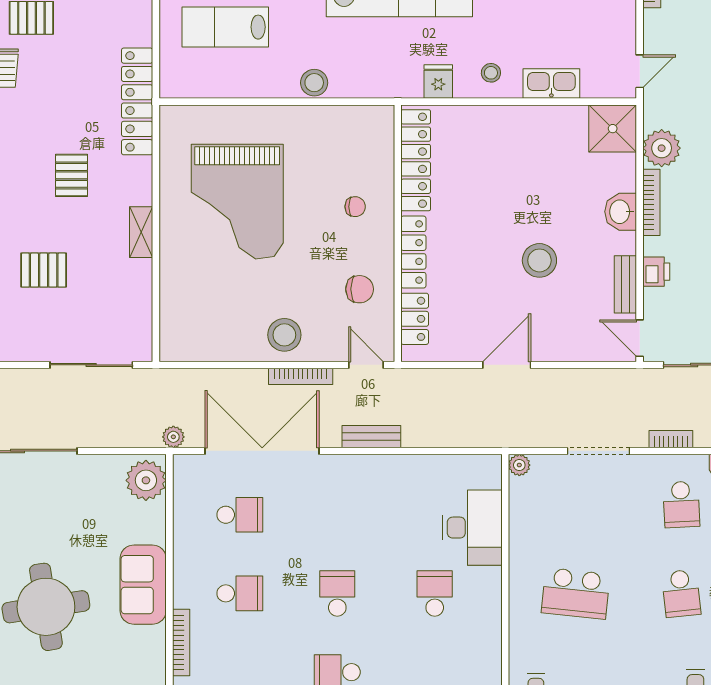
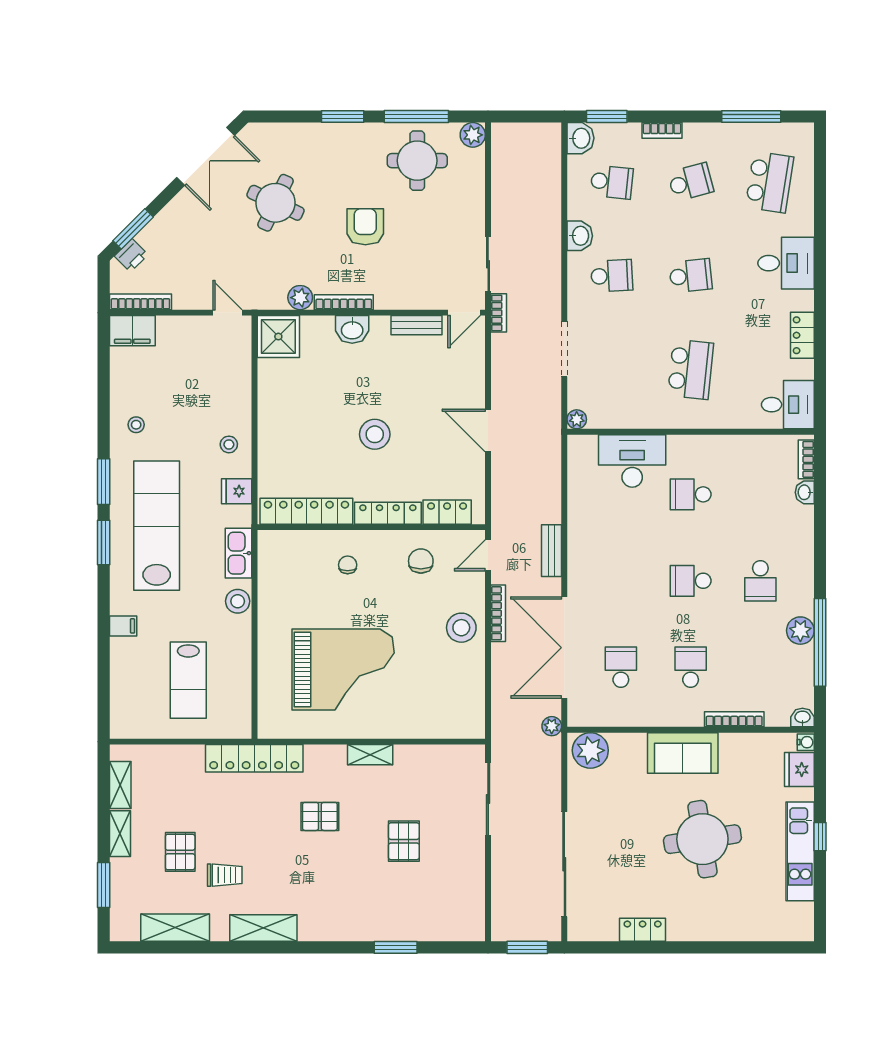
kitchen sink: (551, 84) -> (238, 553), moved
plant: (662, 148) -> (300, 298), width x0.73, depth x0.73
stool: (539, 260) -> (375, 434), moved
printer: (656, 272) -> (405, 298), removed
bookcase: (671, 439) -> (499, 313), moved, turned 180

